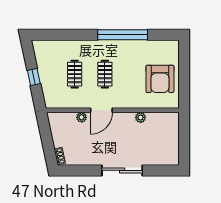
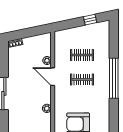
window: (123, 35) -> (114, 78), moved
window: (34, 77) -> (90, 20), moved

